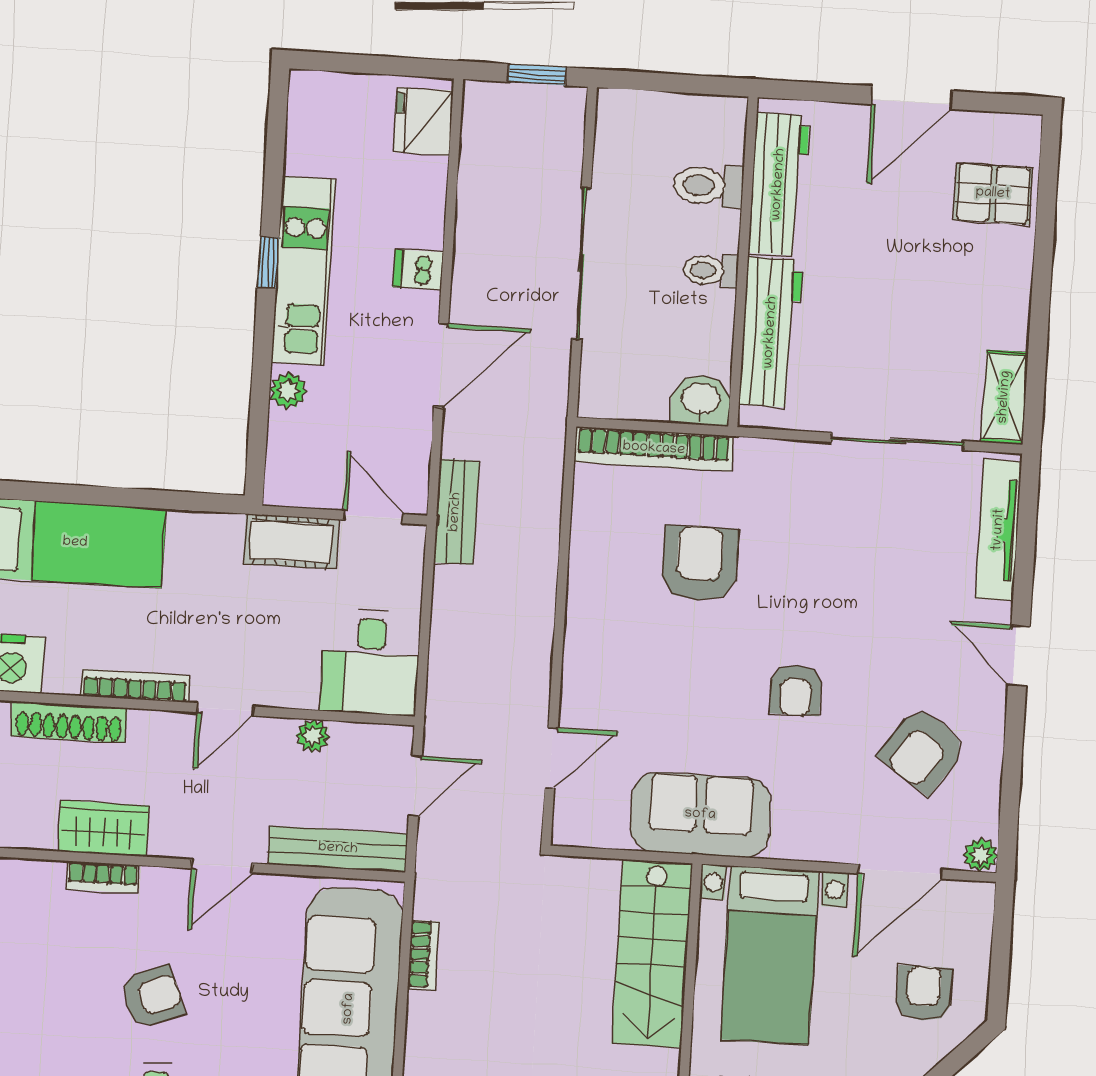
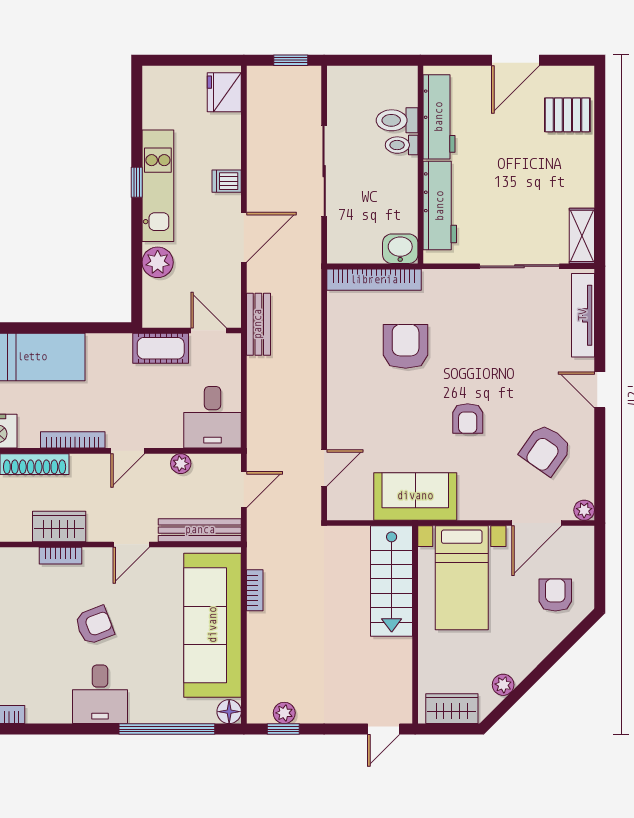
toilet: (711, 271) -> (402, 145), moved
plant: (288, 391) -> (158, 262), width x1.38, depth x1.38

